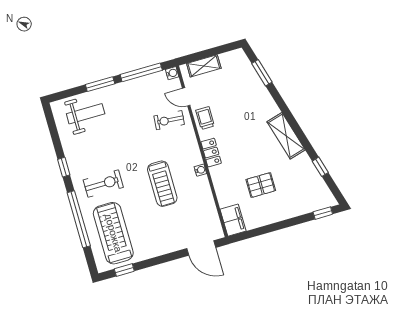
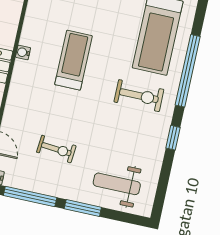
exercise bike: (169, 120) -> (56, 149), moved
exercise bike: (103, 184) -> (139, 96), turned 180

